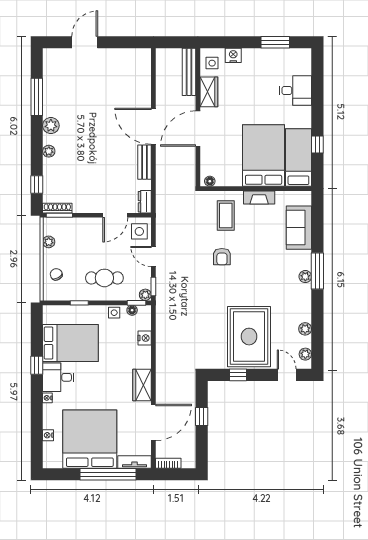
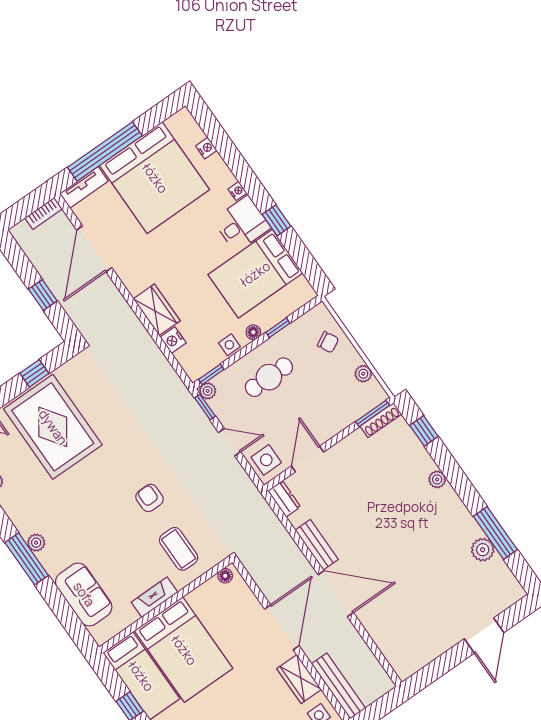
plant: (51, 126) -> (483, 550), moved
floor lamp: (132, 310) -> (253, 332), moved
wardrobe: (142, 385) -> (157, 310), moved

